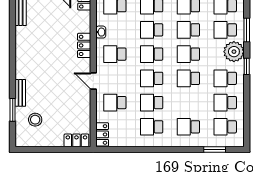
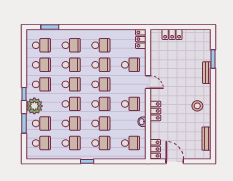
school desk: (188, 103) -> (71, 65), added
stool: (35, 120) -> (197, 106), moved
locker: (76, 140) -> (172, 34), moved

